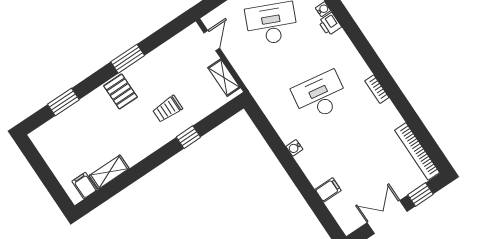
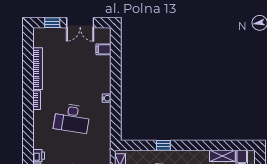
bookcase: (417, 151) -> (38, 69), moved
filing cabinet: (328, 190) -> (104, 49), moved

